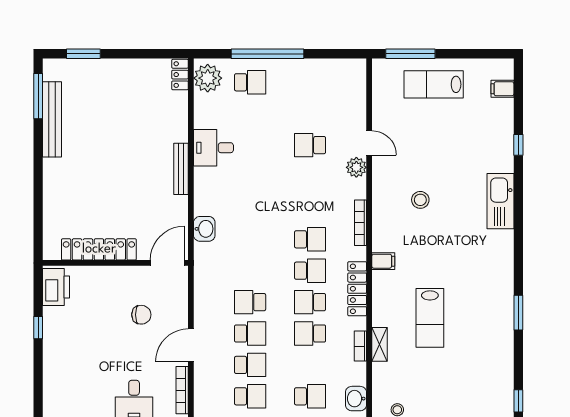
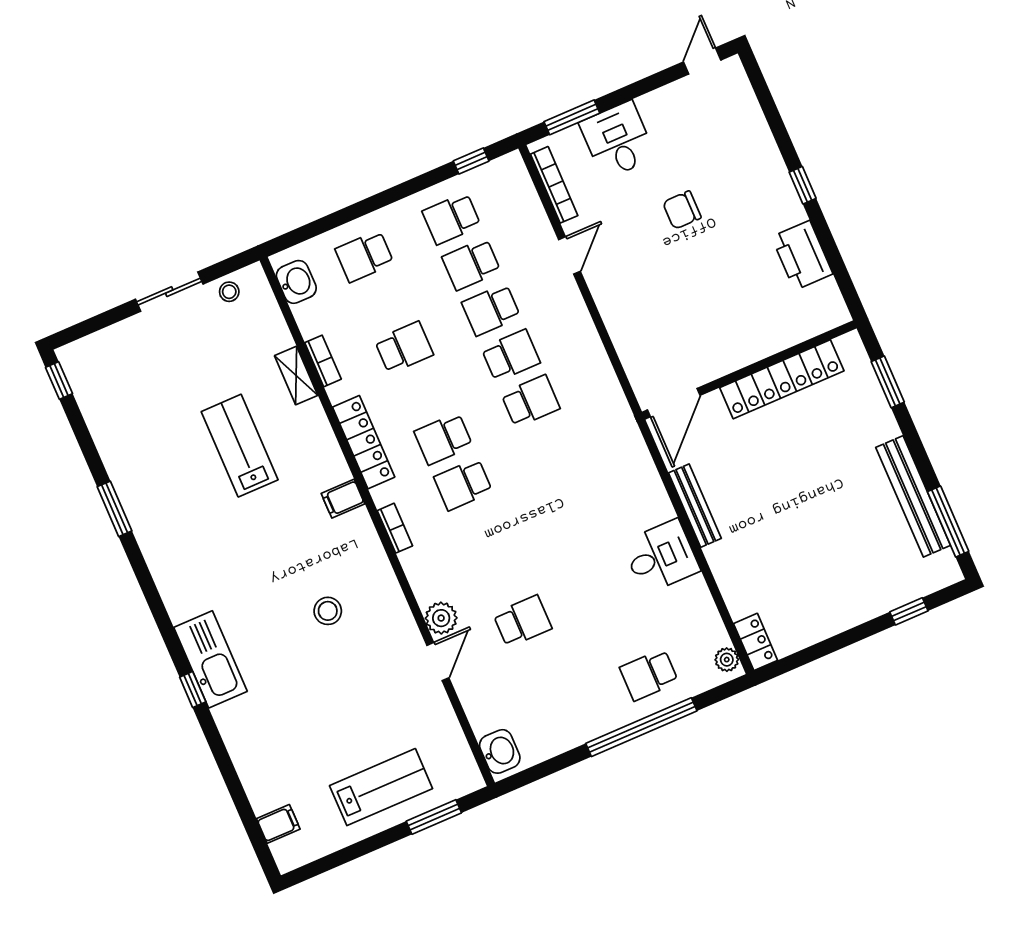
window: (83, 54) -> (909, 611), width x0.67
window: (410, 54) -> (434, 817), width x0.69
plant: (208, 78) -> (727, 660), width x0.53, depth x0.53
door: (369, 143) -> (438, 662), swing flipped
window: (518, 145) -> (193, 690), moved
window: (38, 192) -> (888, 382), added
bookcase: (361, 223) -> (395, 528), width x0.64
washbasin: (204, 229) -> (500, 751), moved, turned 180
locker: (99, 249) -> (782, 379), moved
wall: (115, 263) -> (749, 370), moved
door: (167, 263) -> (674, 403), moved
school desk: (310, 302) -> (531, 401), moved
chair: (141, 315) -> (682, 210), moved
door: (191, 345) -> (569, 255), width x0.73

